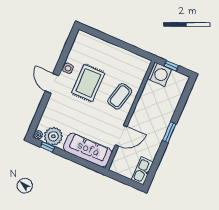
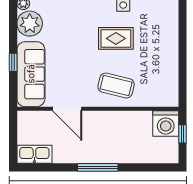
rug: (88, 83) -> (116, 38), width x0.73, depth x0.70
window: (169, 132) -> (98, 167), width x1.44
window: (47, 147) -> (13, 62), moved

